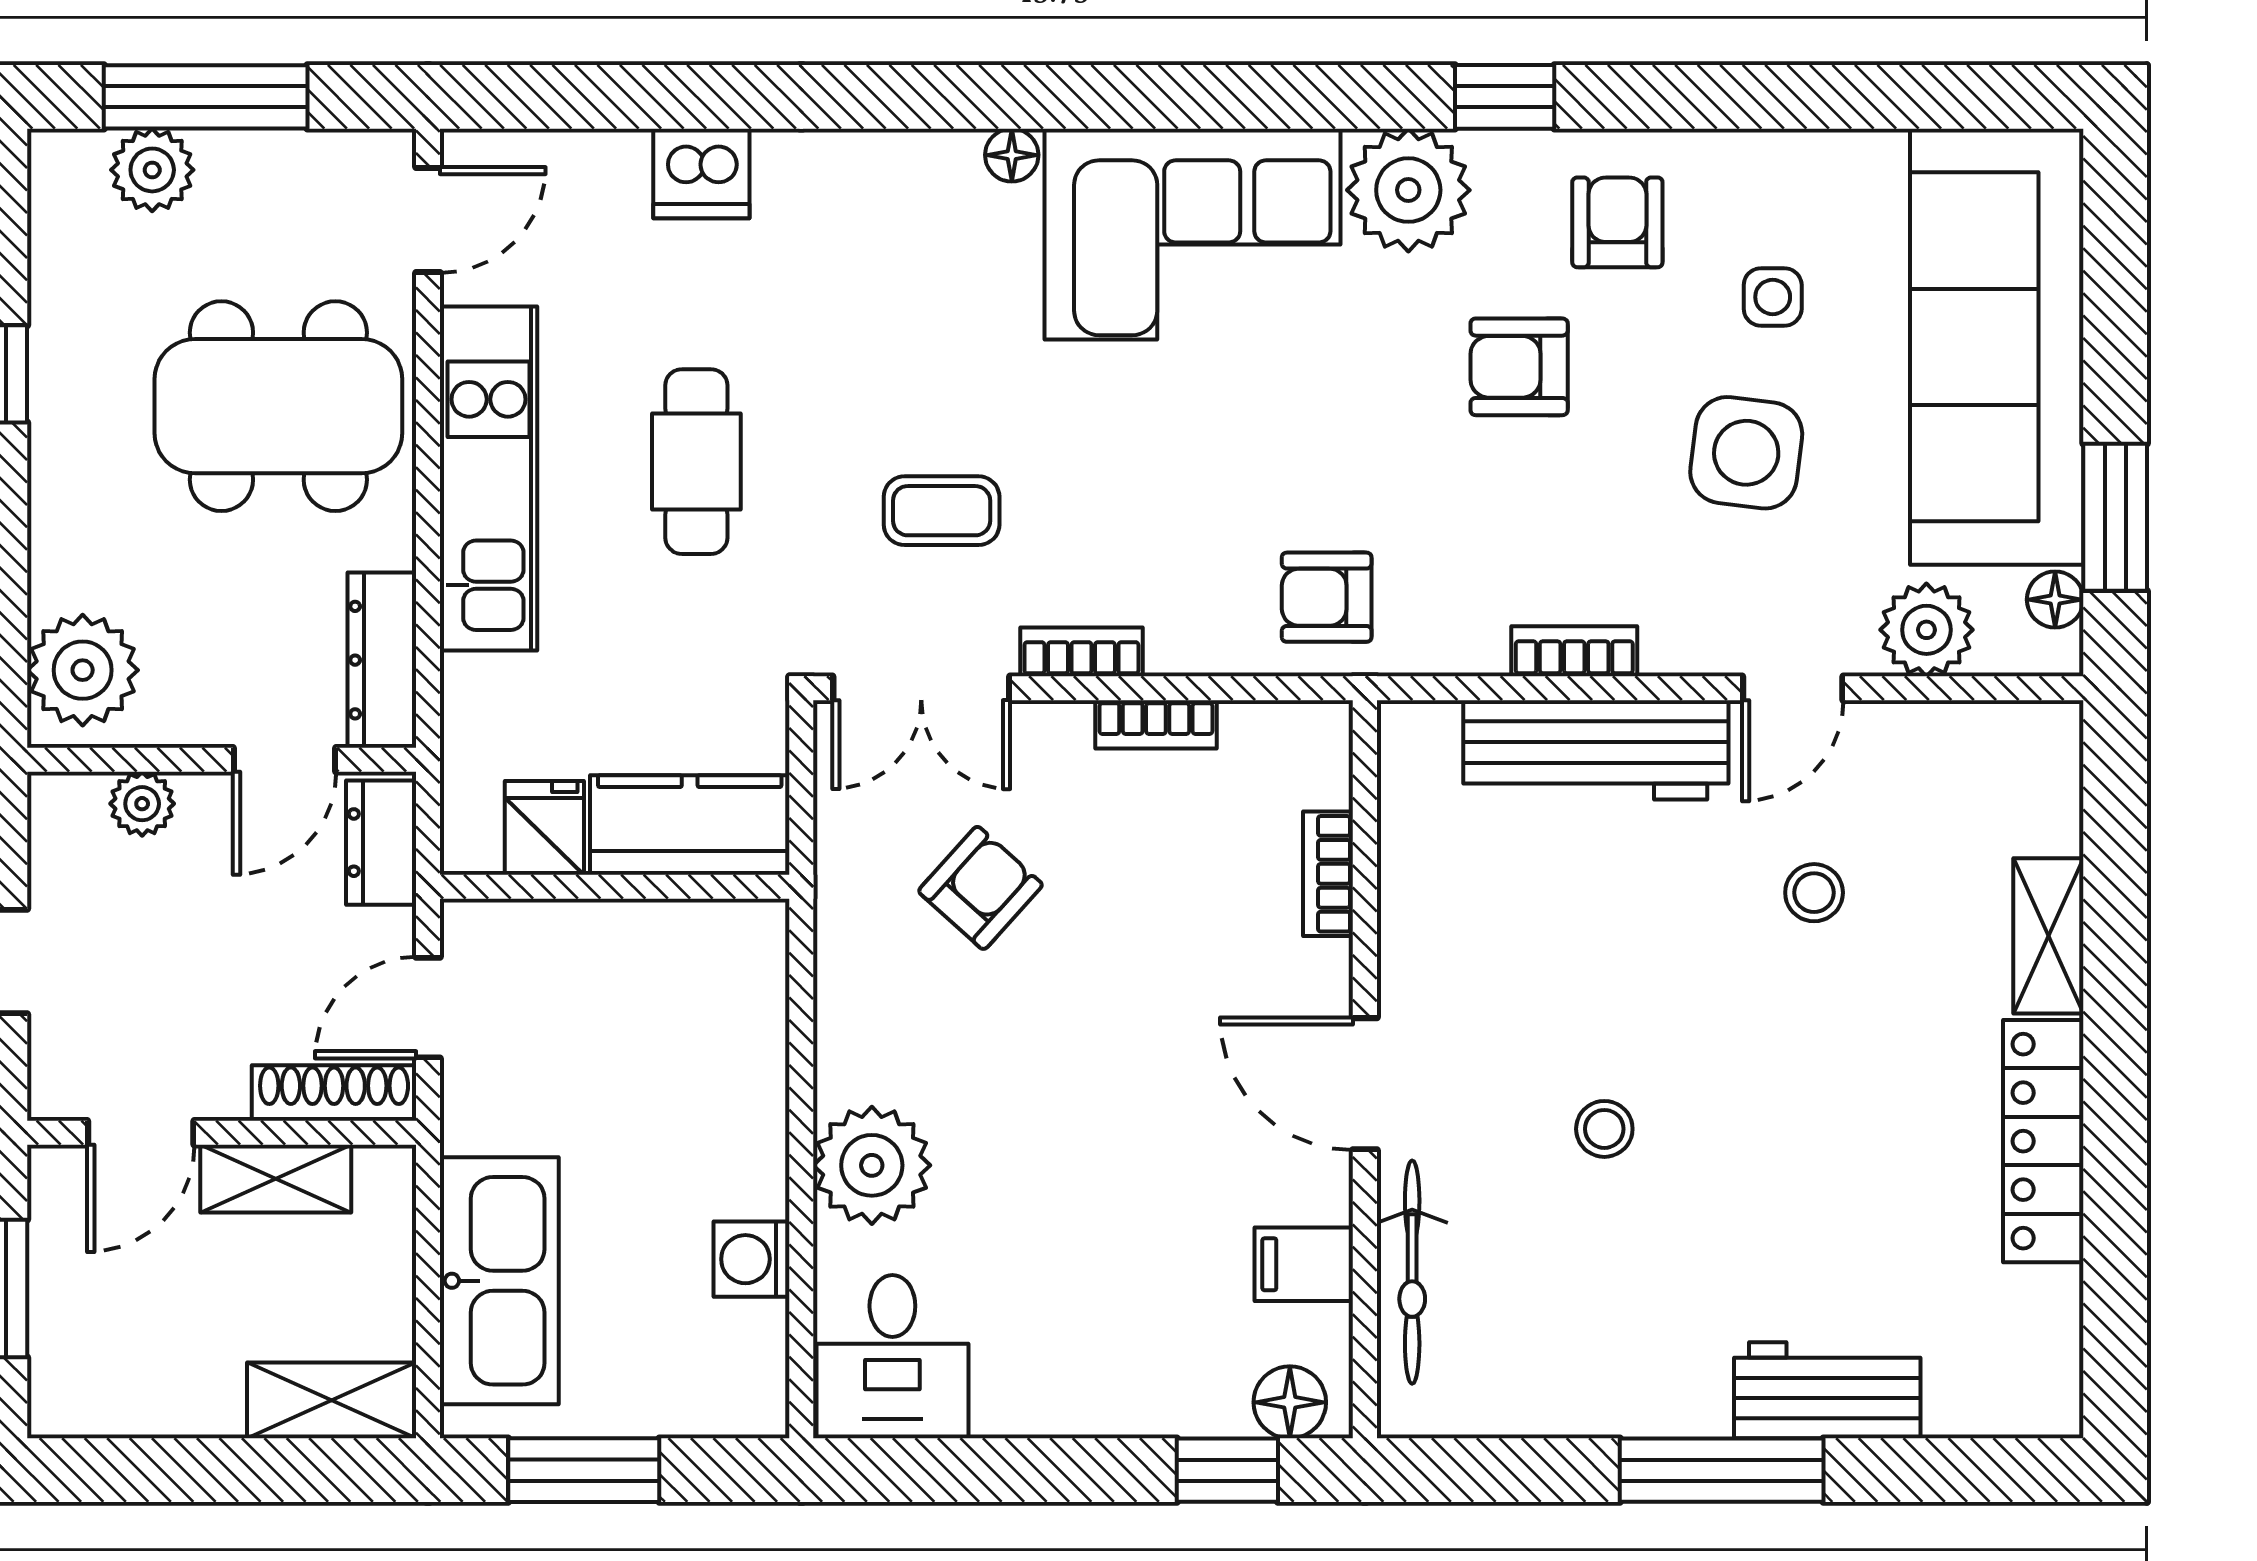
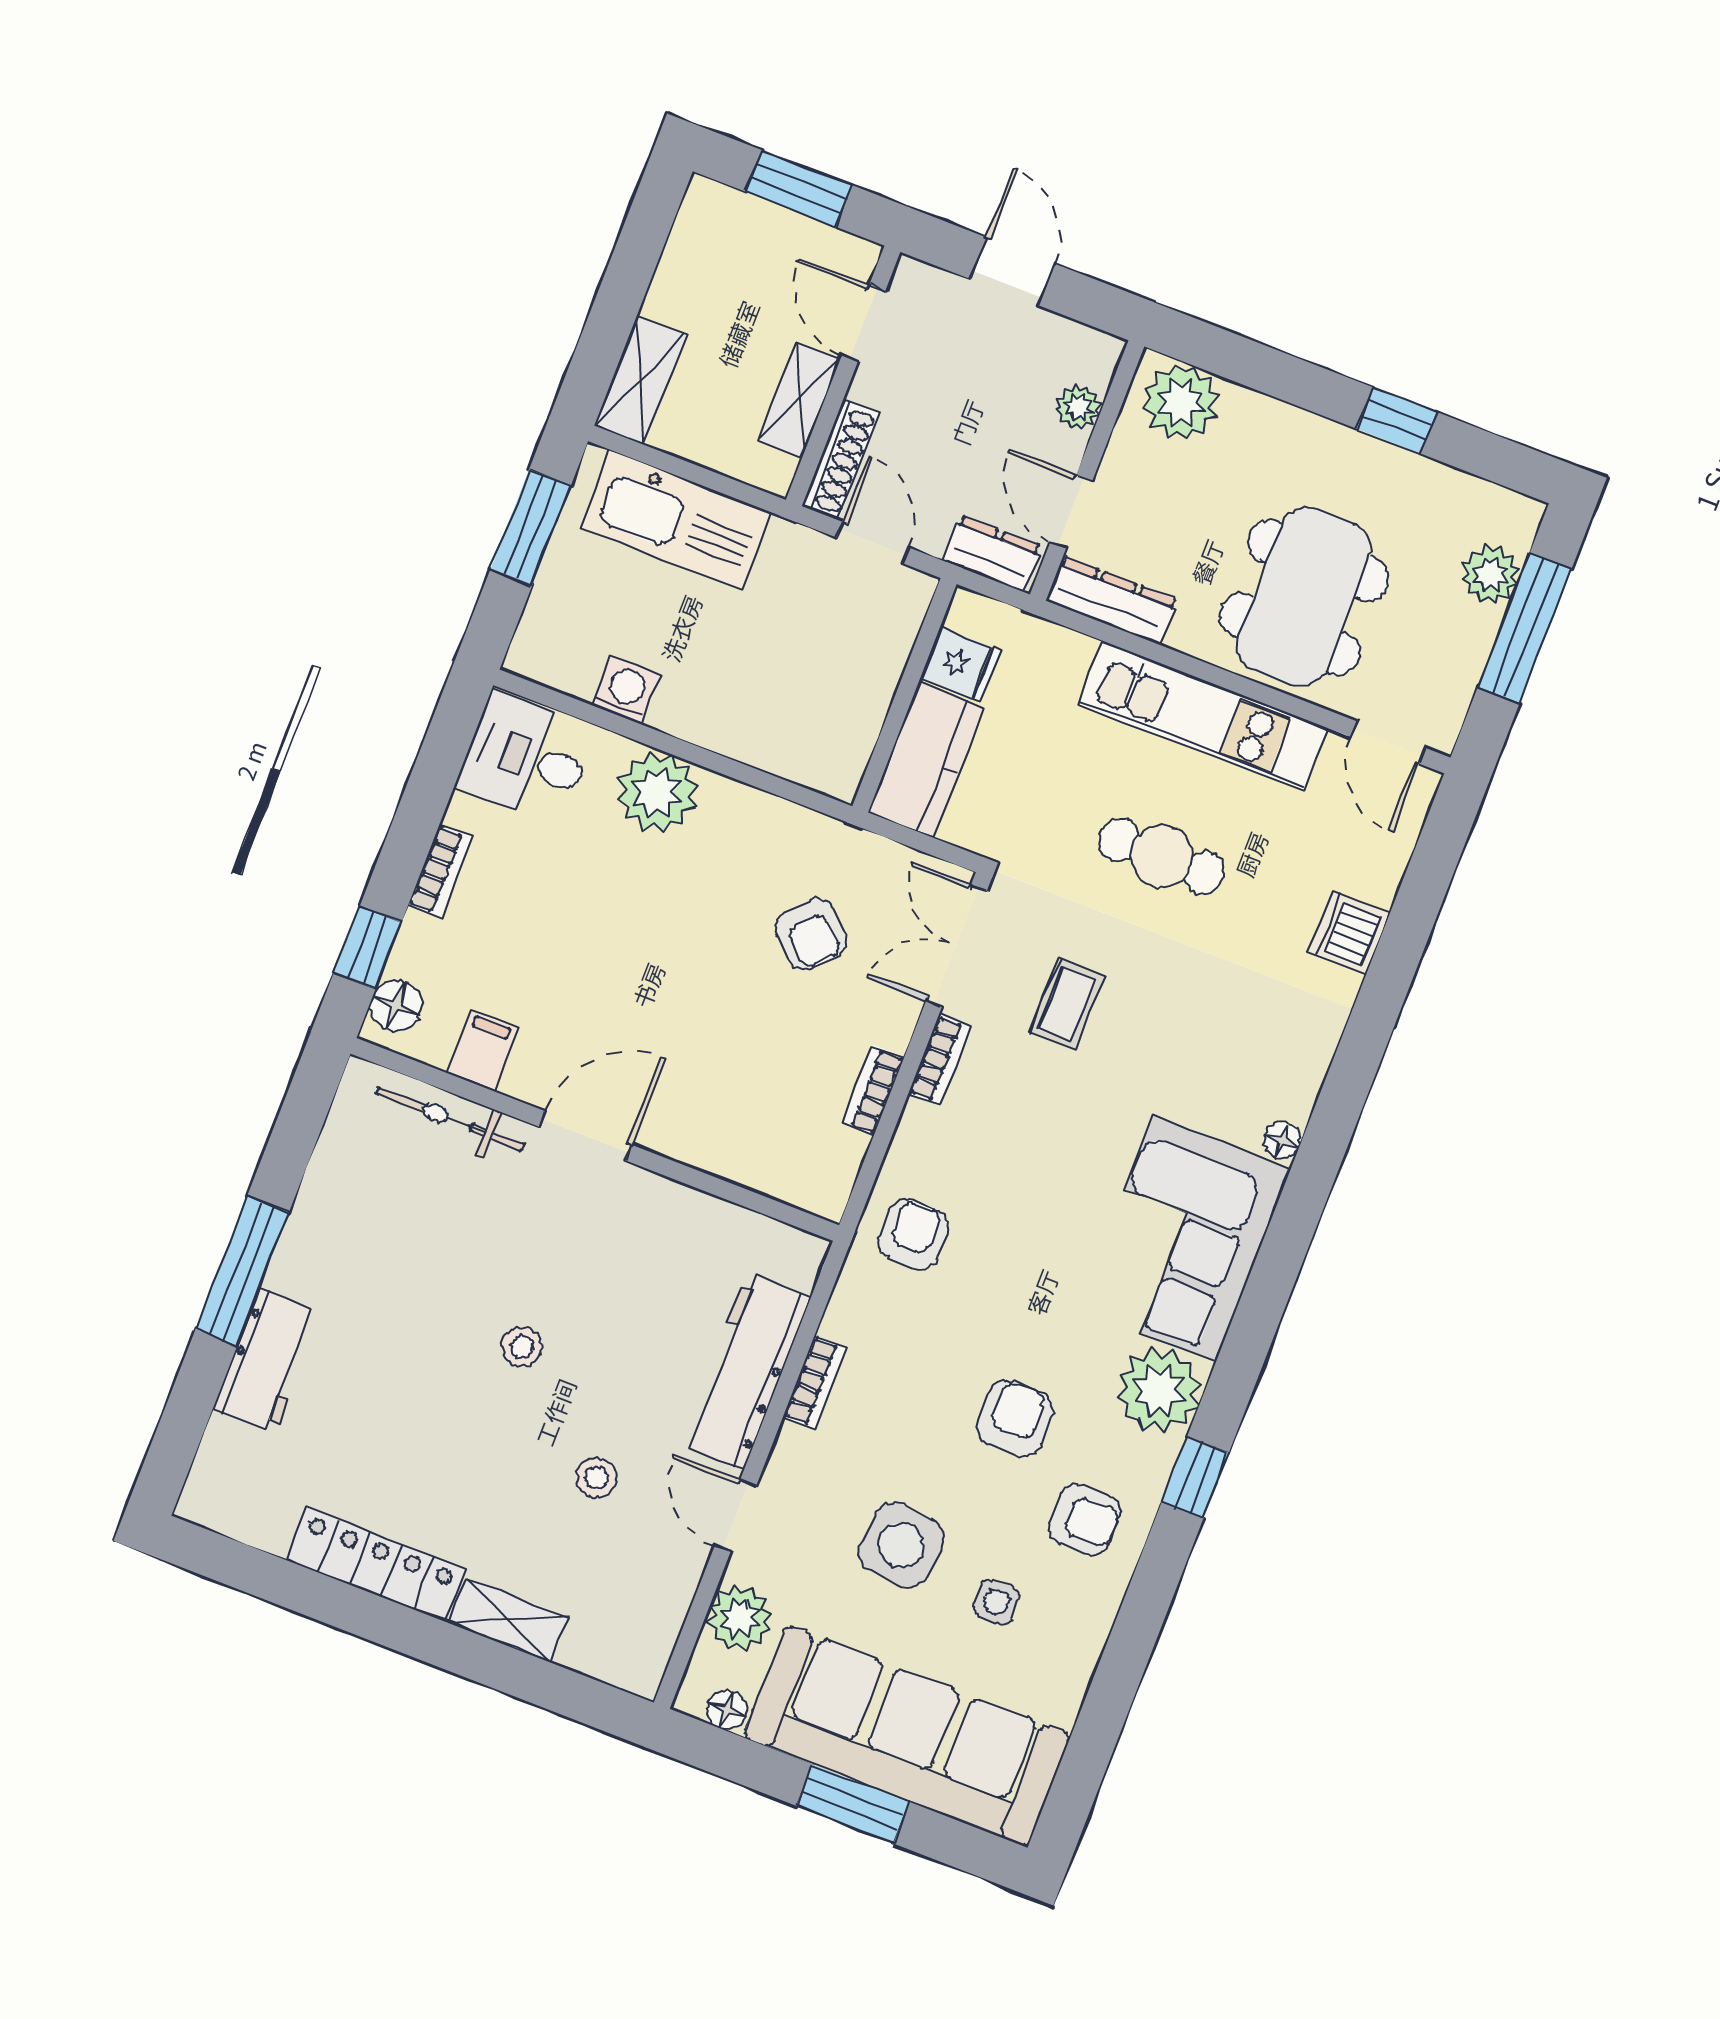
window: (2115, 517) -> (853, 1804), moved
bookcase: (1328, 874) -> (440, 871), moved, turned 90
stool: (1604, 1129) -> (522, 1347), moved

